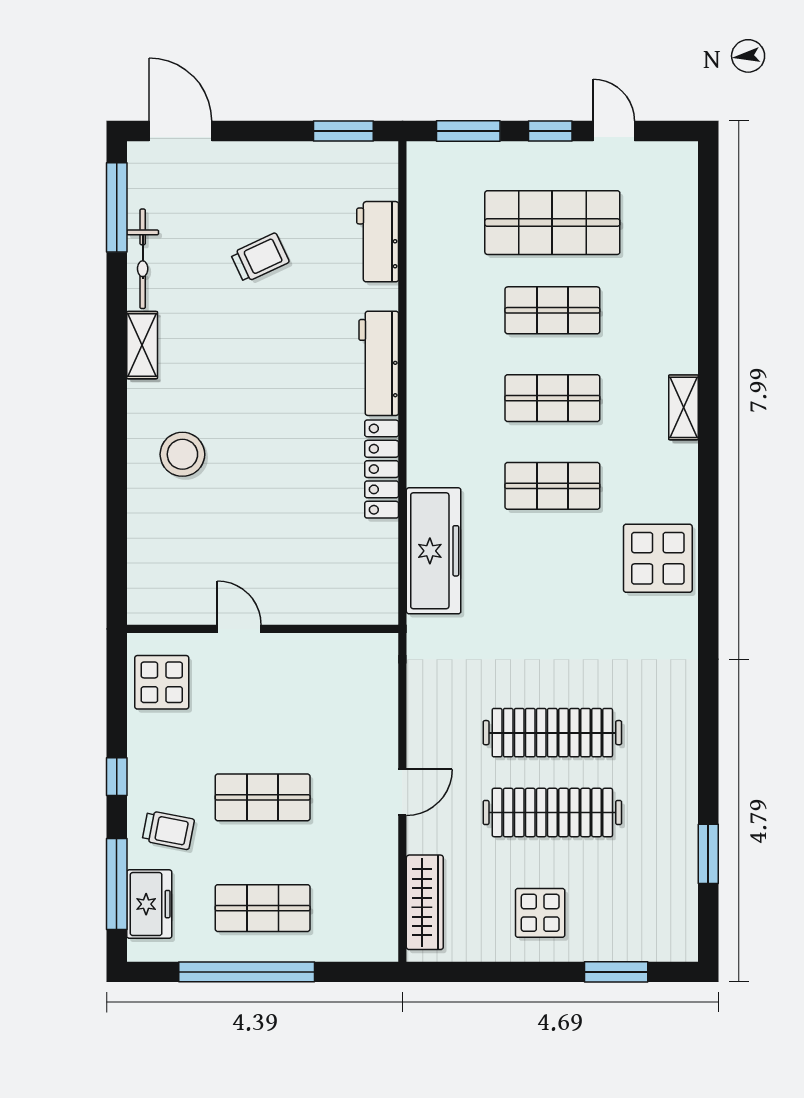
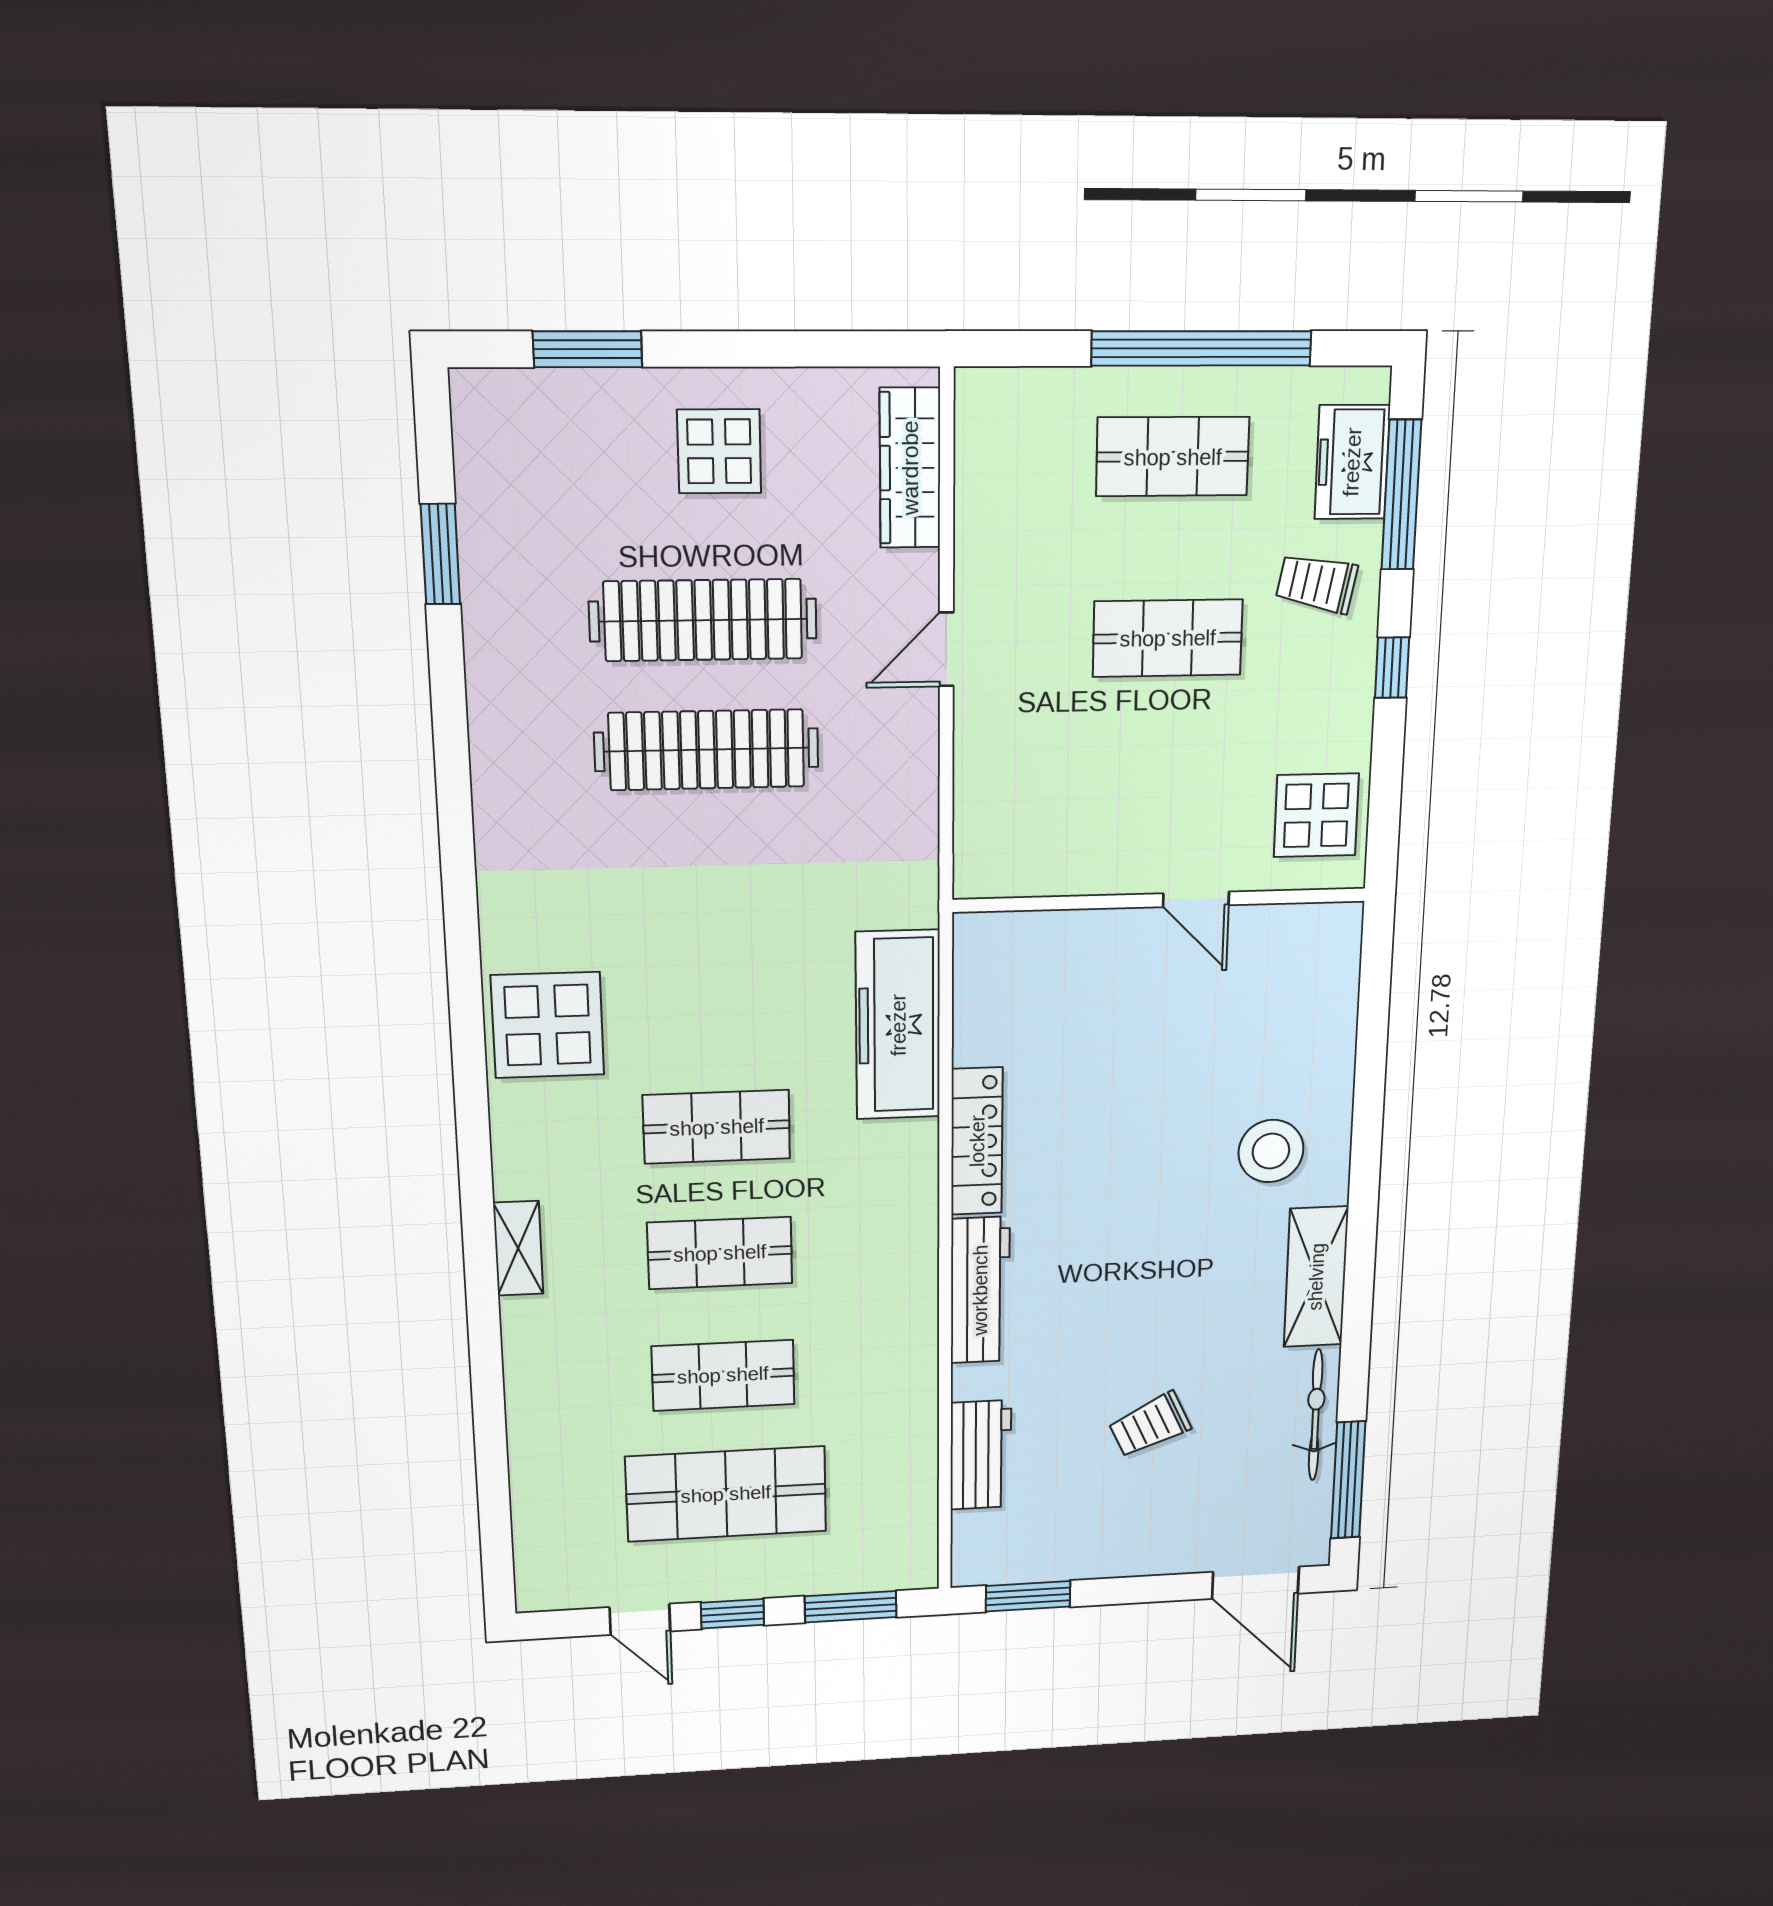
shelving: (142, 345) -> (1316, 1277), width x1.50, depth x1.33

